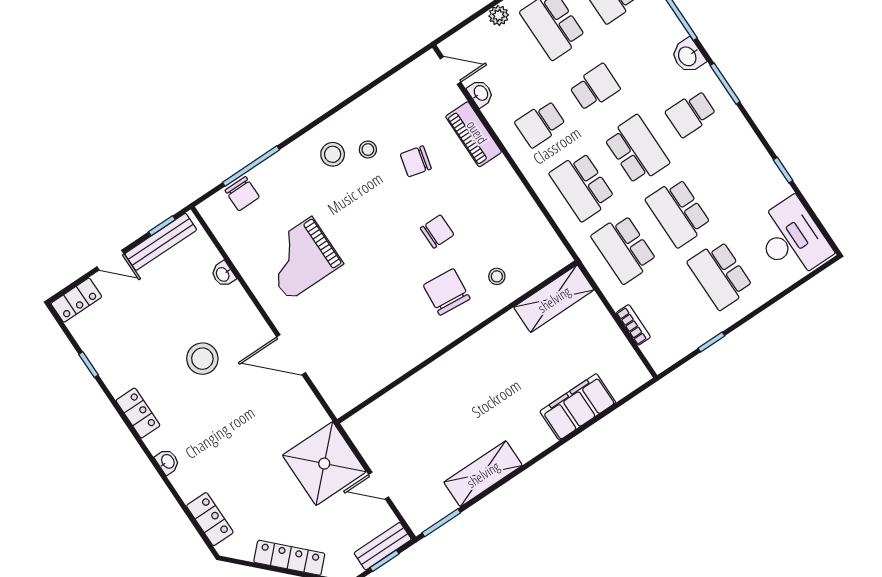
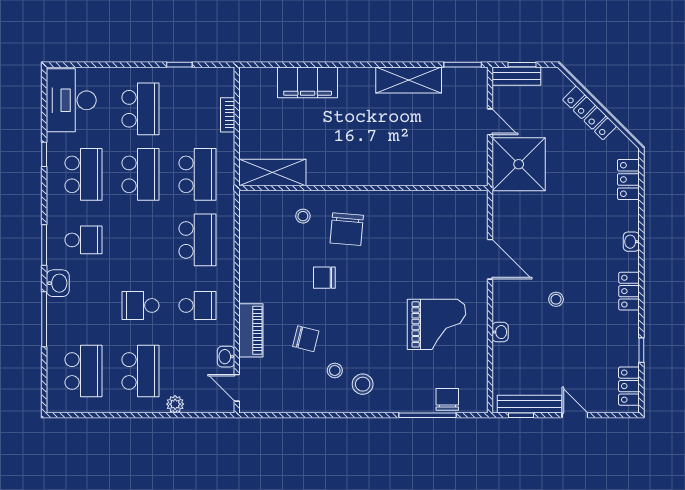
school desk: (637, 150) -> (83, 174), moved, turned 180
washbasin: (223, 274) -> (500, 332), moved
locker: (76, 300) -> (629, 386), moved, turned -90
stool: (202, 359) -> (556, 299), width x0.53, depth x0.53

